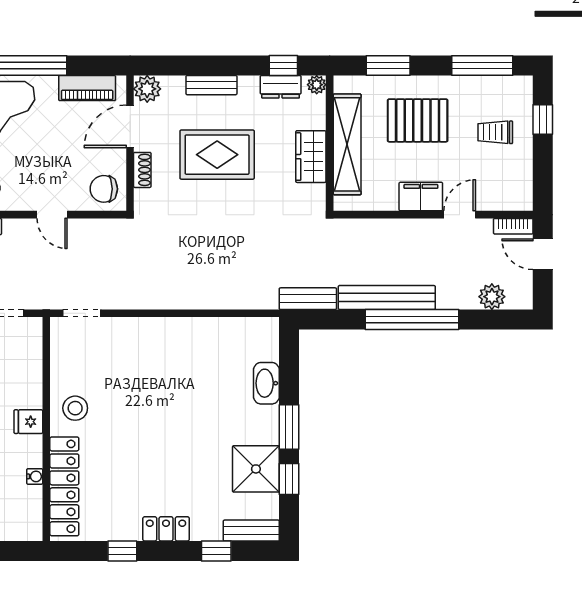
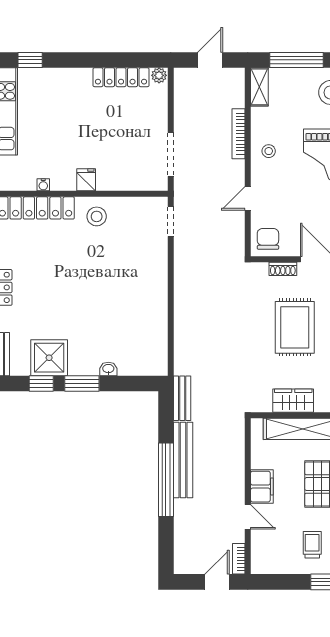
plant: (492, 297) -> (184, 542), removed
washbasin: (266, 383) -> (108, 369), width x0.52, depth x0.69

